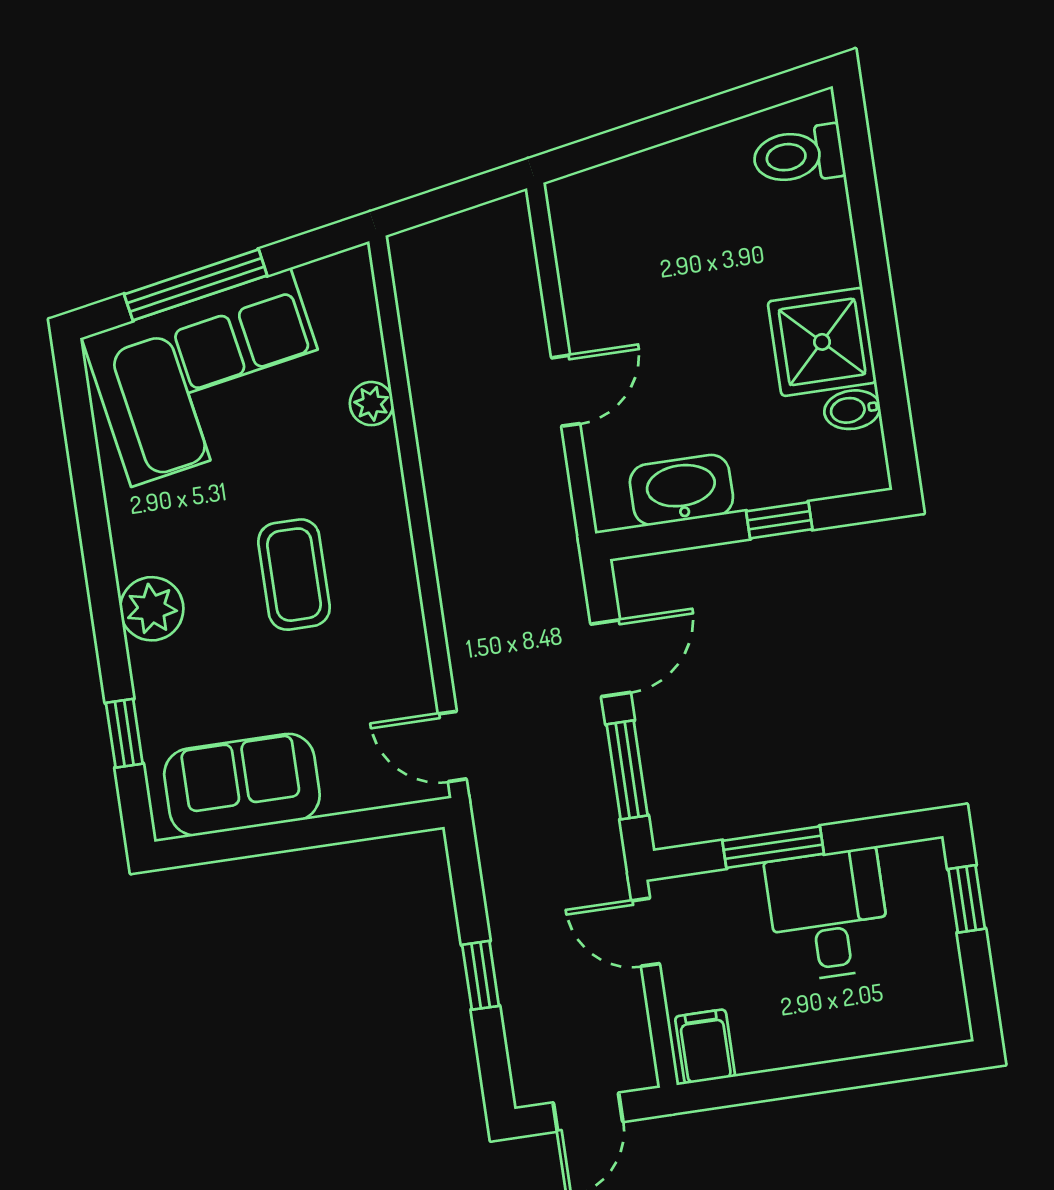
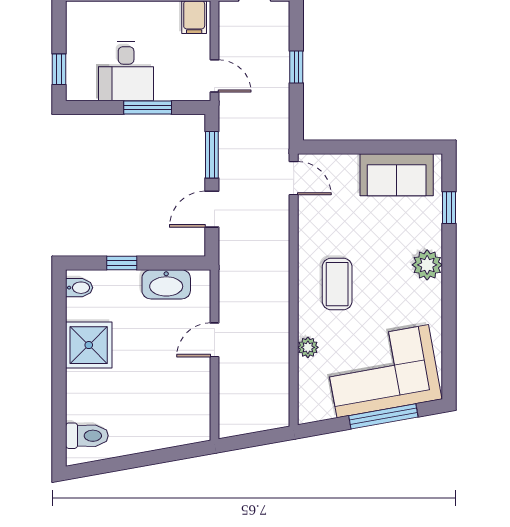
bidet: (852, 410) -> (79, 288), moved
coffee table: (294, 575) -> (337, 284), moved

